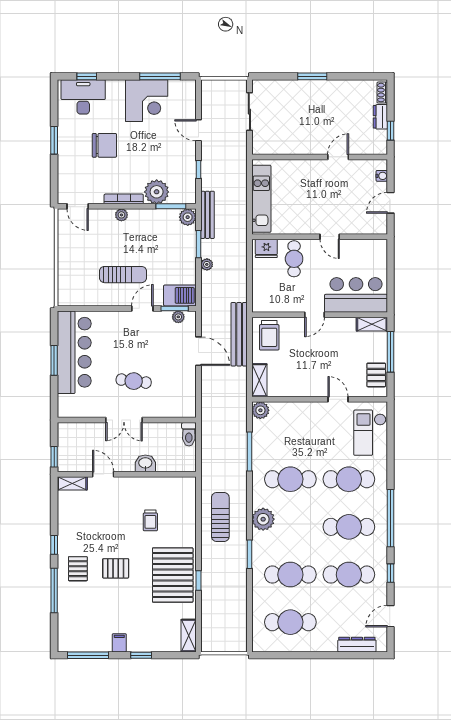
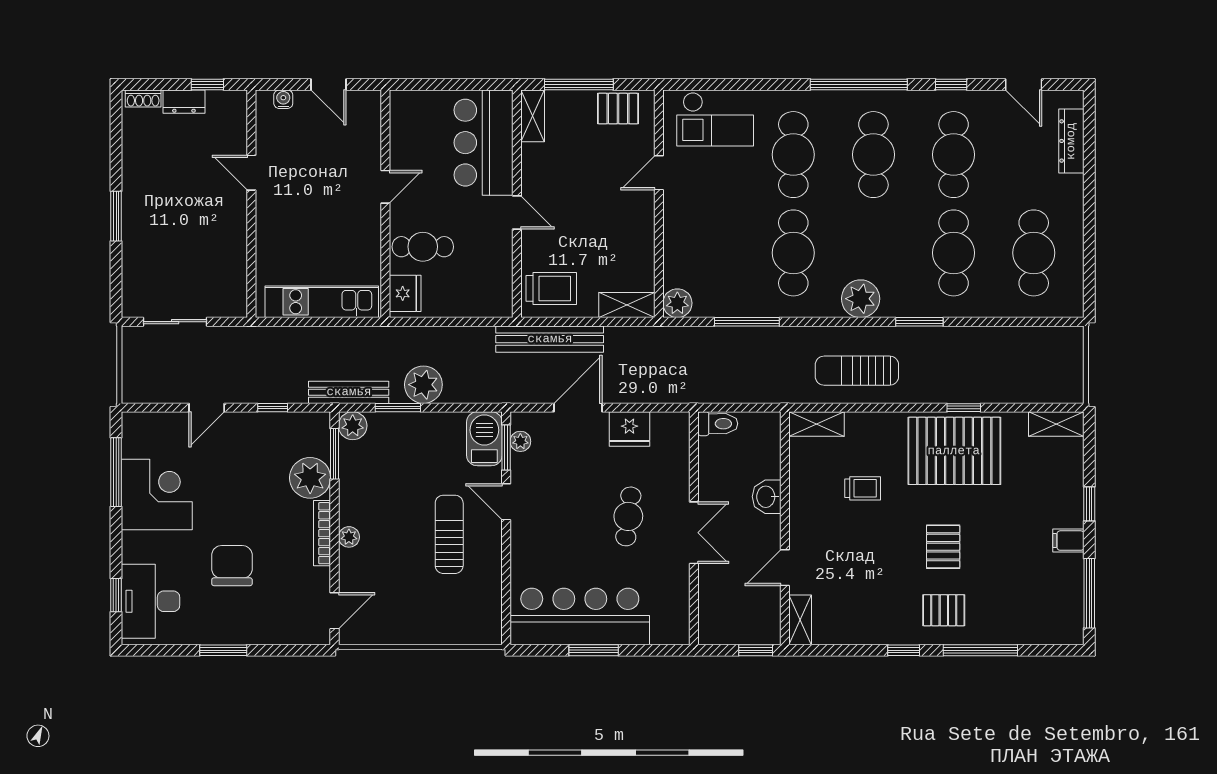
plant: (207, 264) -> (423, 385), width x1.88, depth x1.88
fridge: (186, 382) -> (629, 429), added
shelving: (189, 493) -> (817, 424), added

